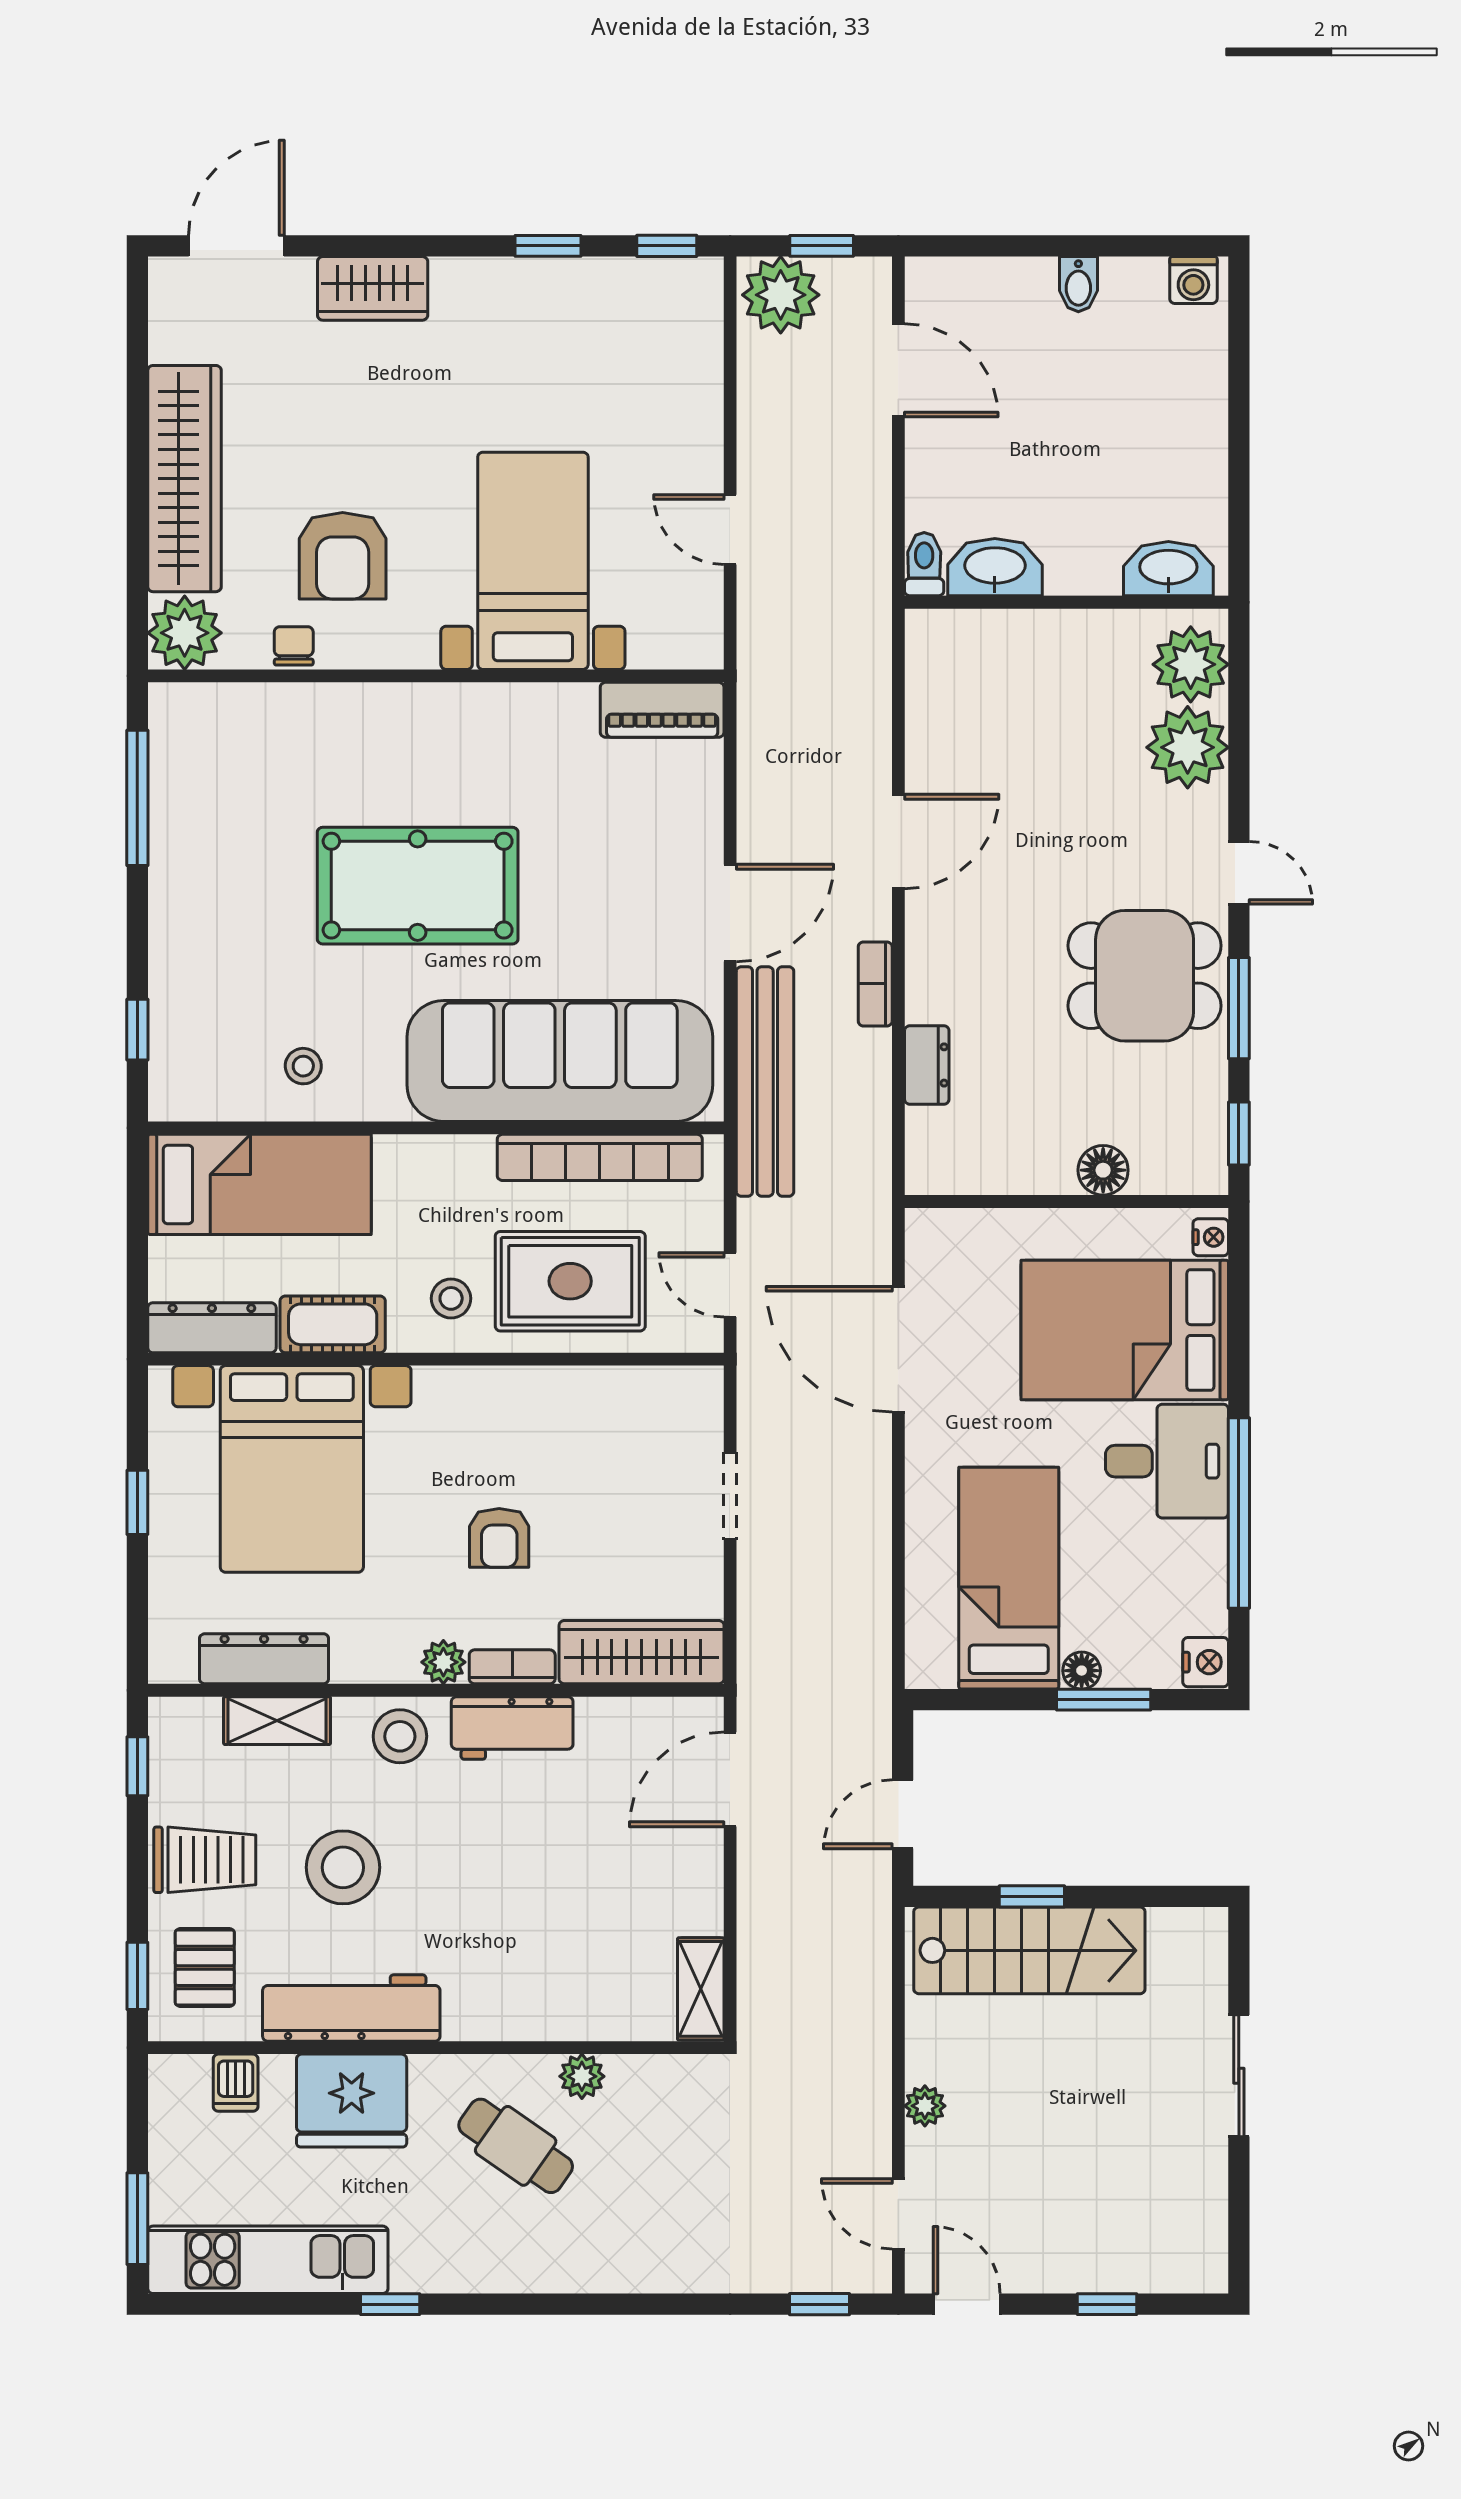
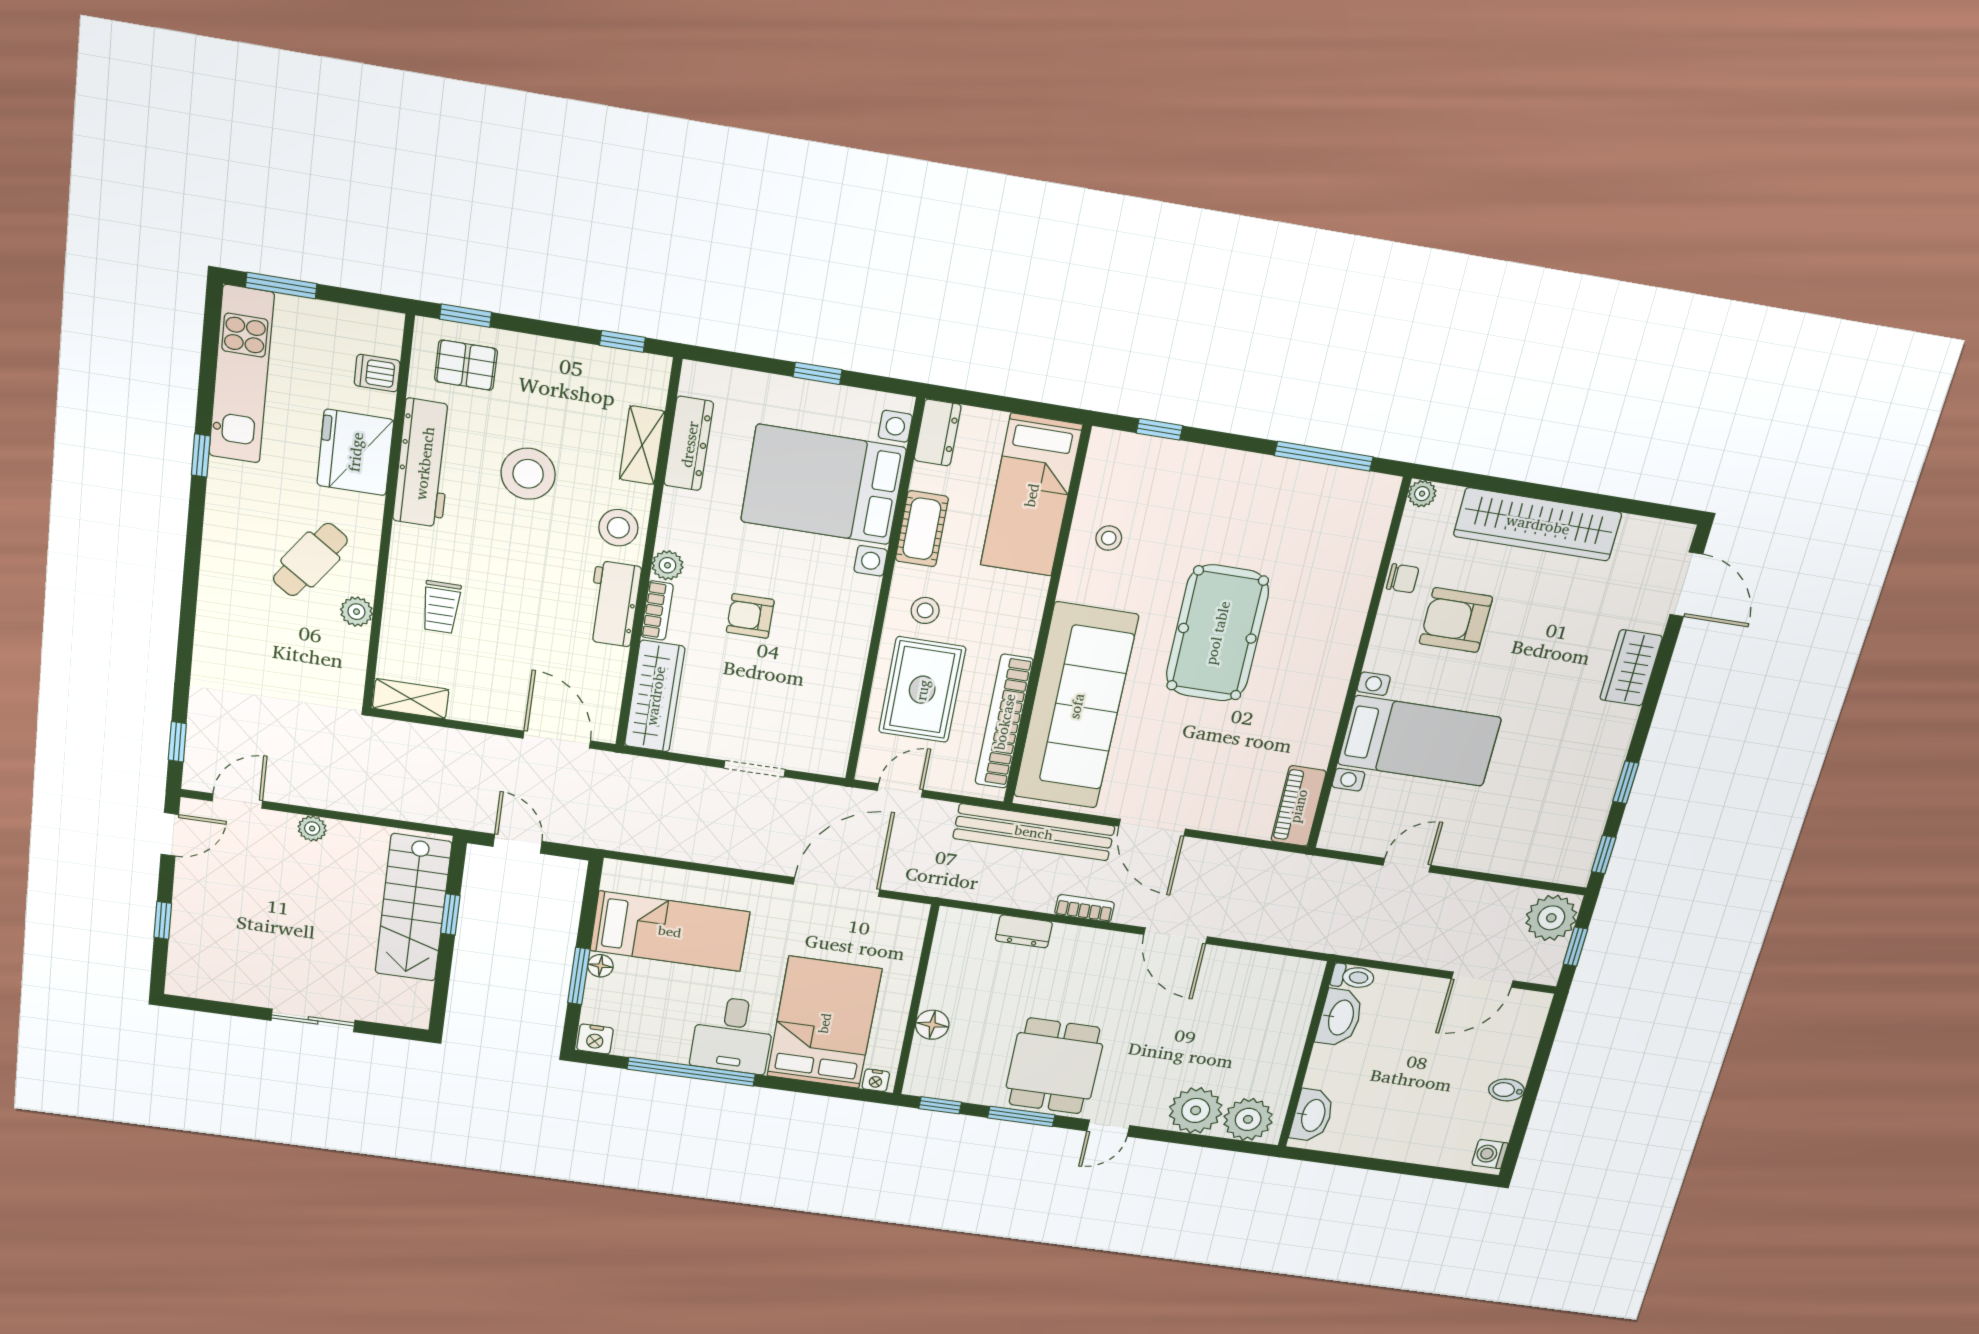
plant: (185, 633) -> (1422, 494), width x0.53, depth x0.53
dresser: (212, 1328) -> (938, 433), width x0.70
trolley: (205, 1860) -> (441, 607), moved, width x0.73, depth x0.72

